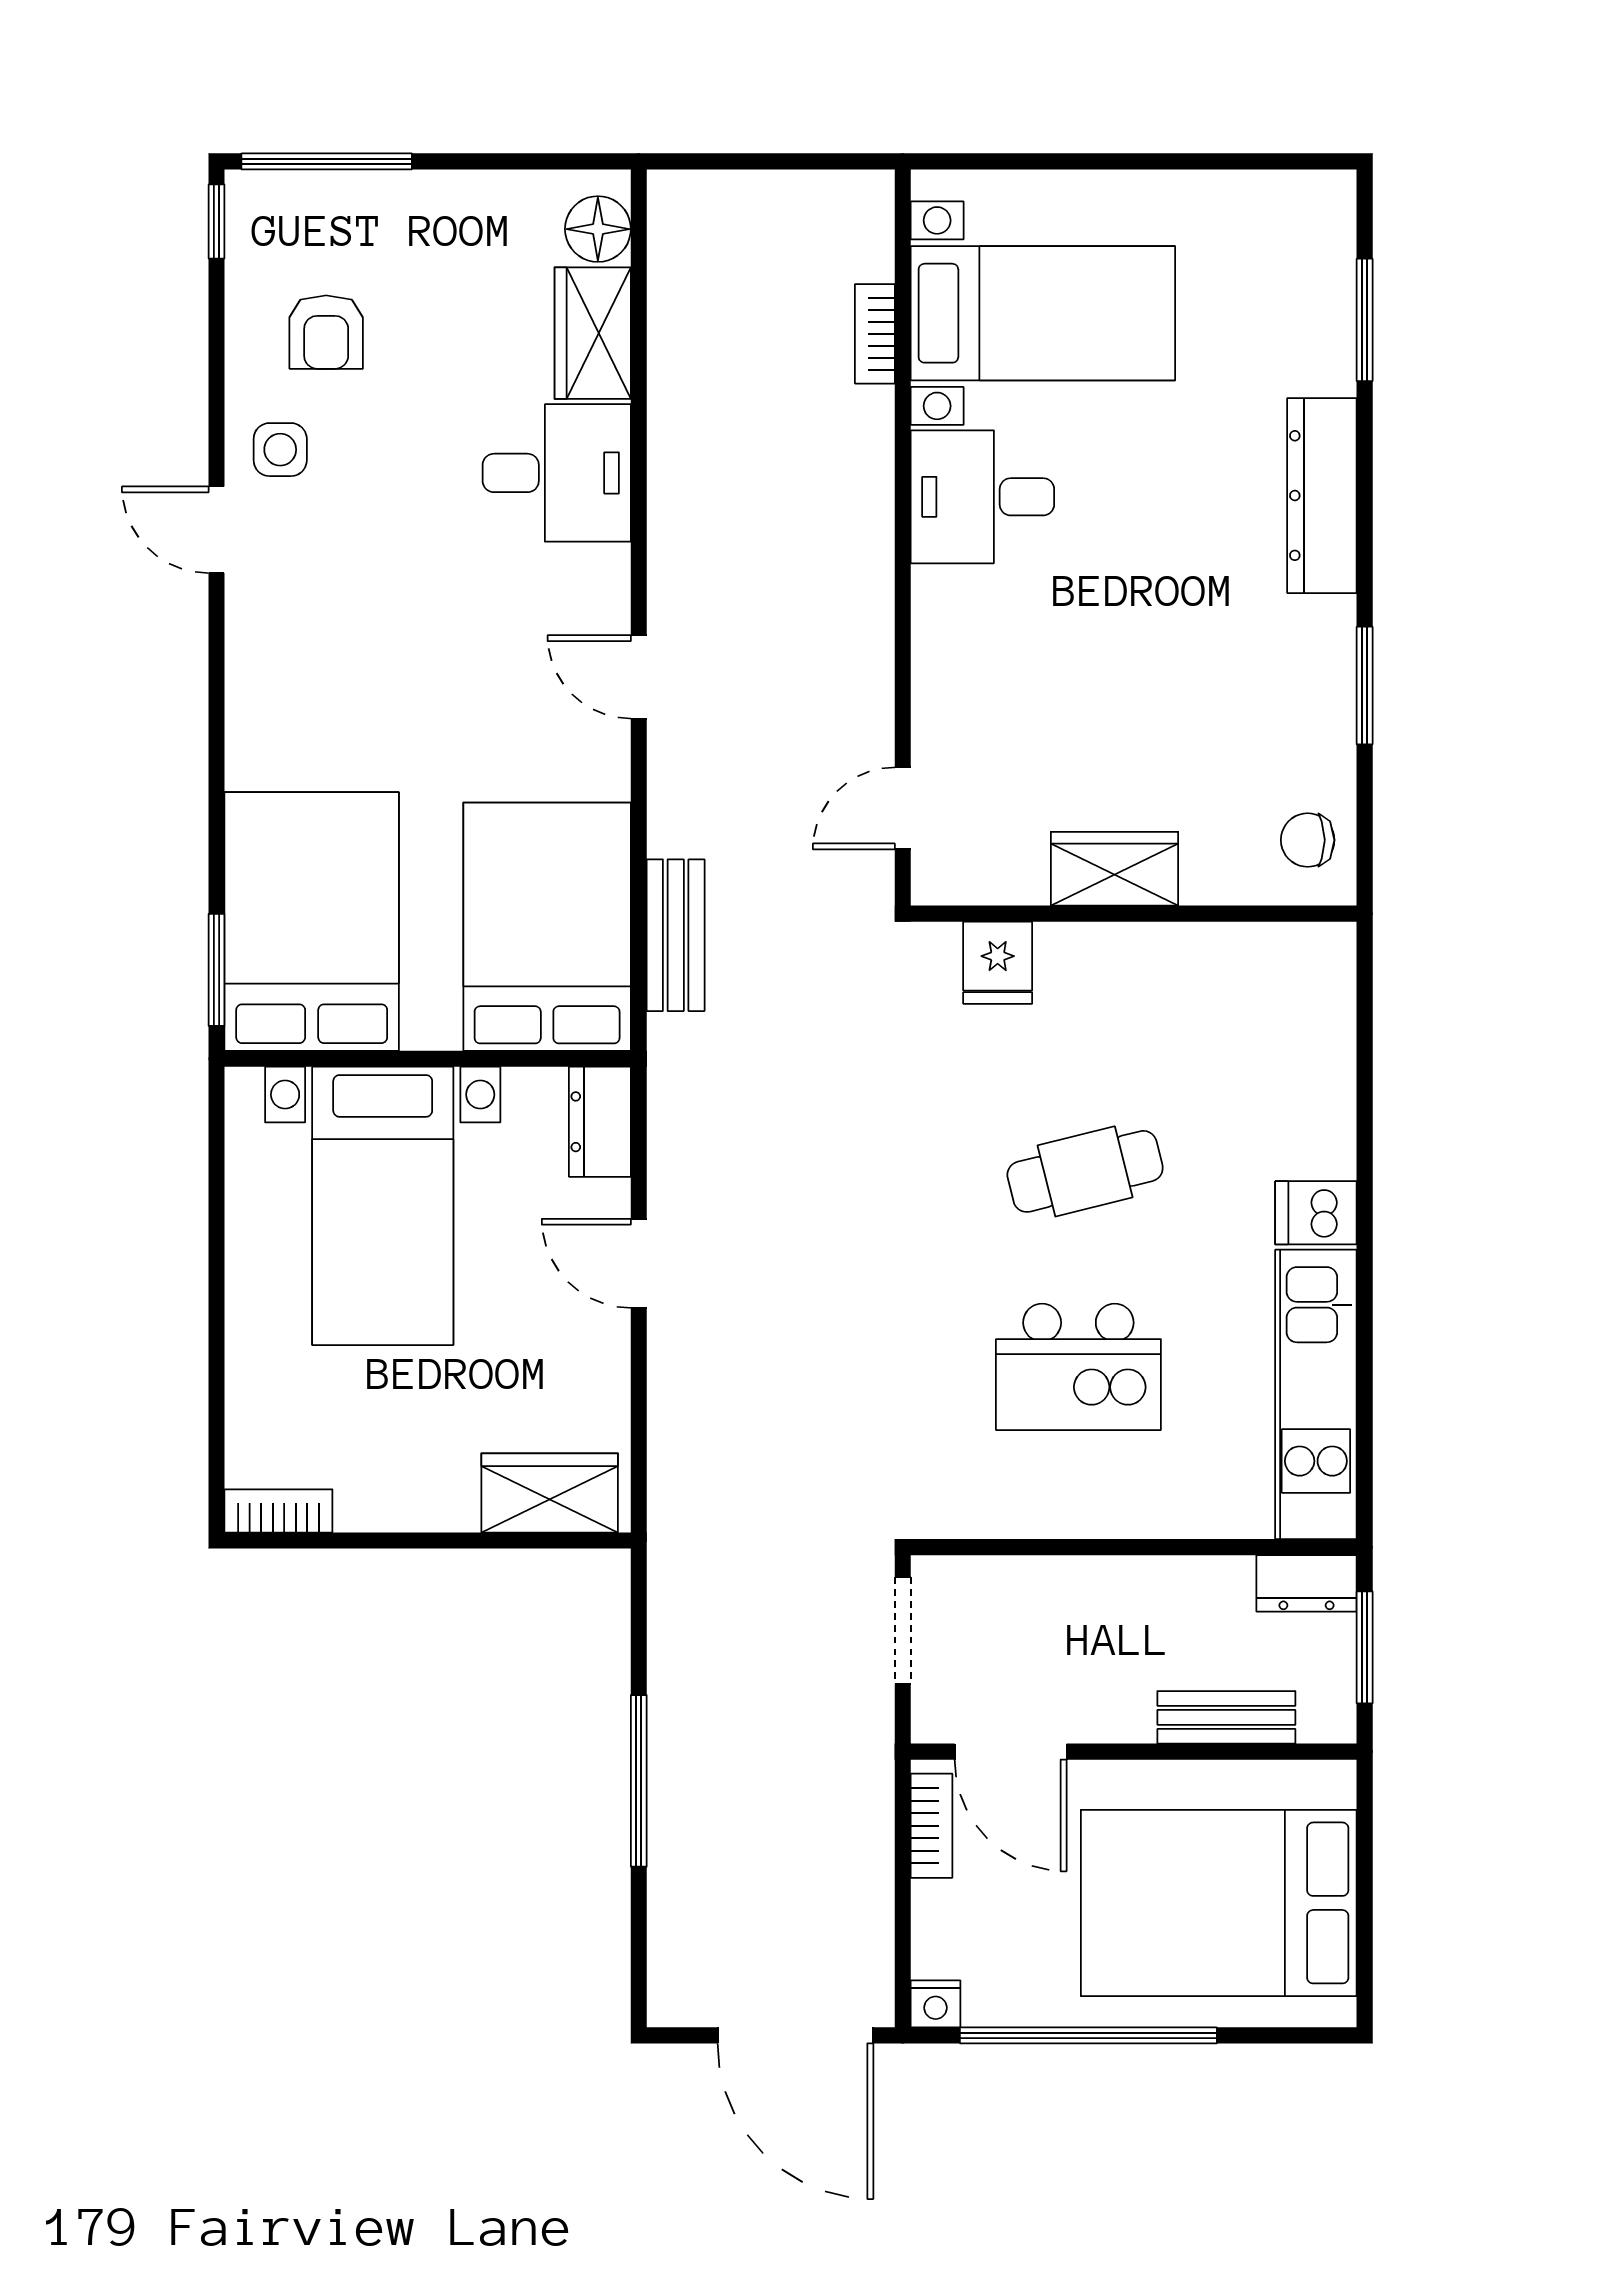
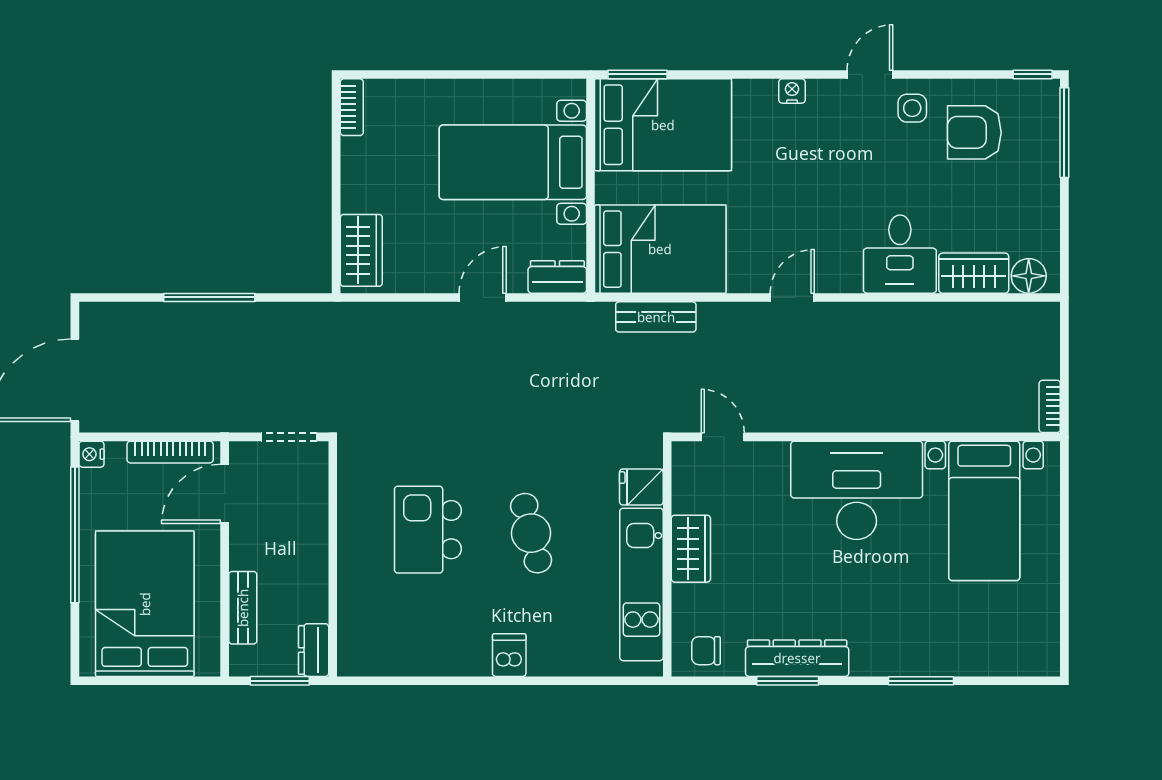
window: (1365, 320) -> (921, 681), moved
armchair: (326, 332) -> (974, 132), width x1.38, depth x1.38
bookcase: (875, 334) -> (1050, 406), moved, turned -90
dresser: (1322, 496) -> (797, 658), moved
desk: (982, 497) -> (857, 490), width x1.87, depth x1.30
nightstand: (248, 677) -> (792, 91), added
chair: (1308, 840) -> (706, 651), turned -90
kitchen unit: (1316, 1394) -> (641, 584), moved, turned -90
bookcase: (931, 1826) -> (170, 452), width x1.56

